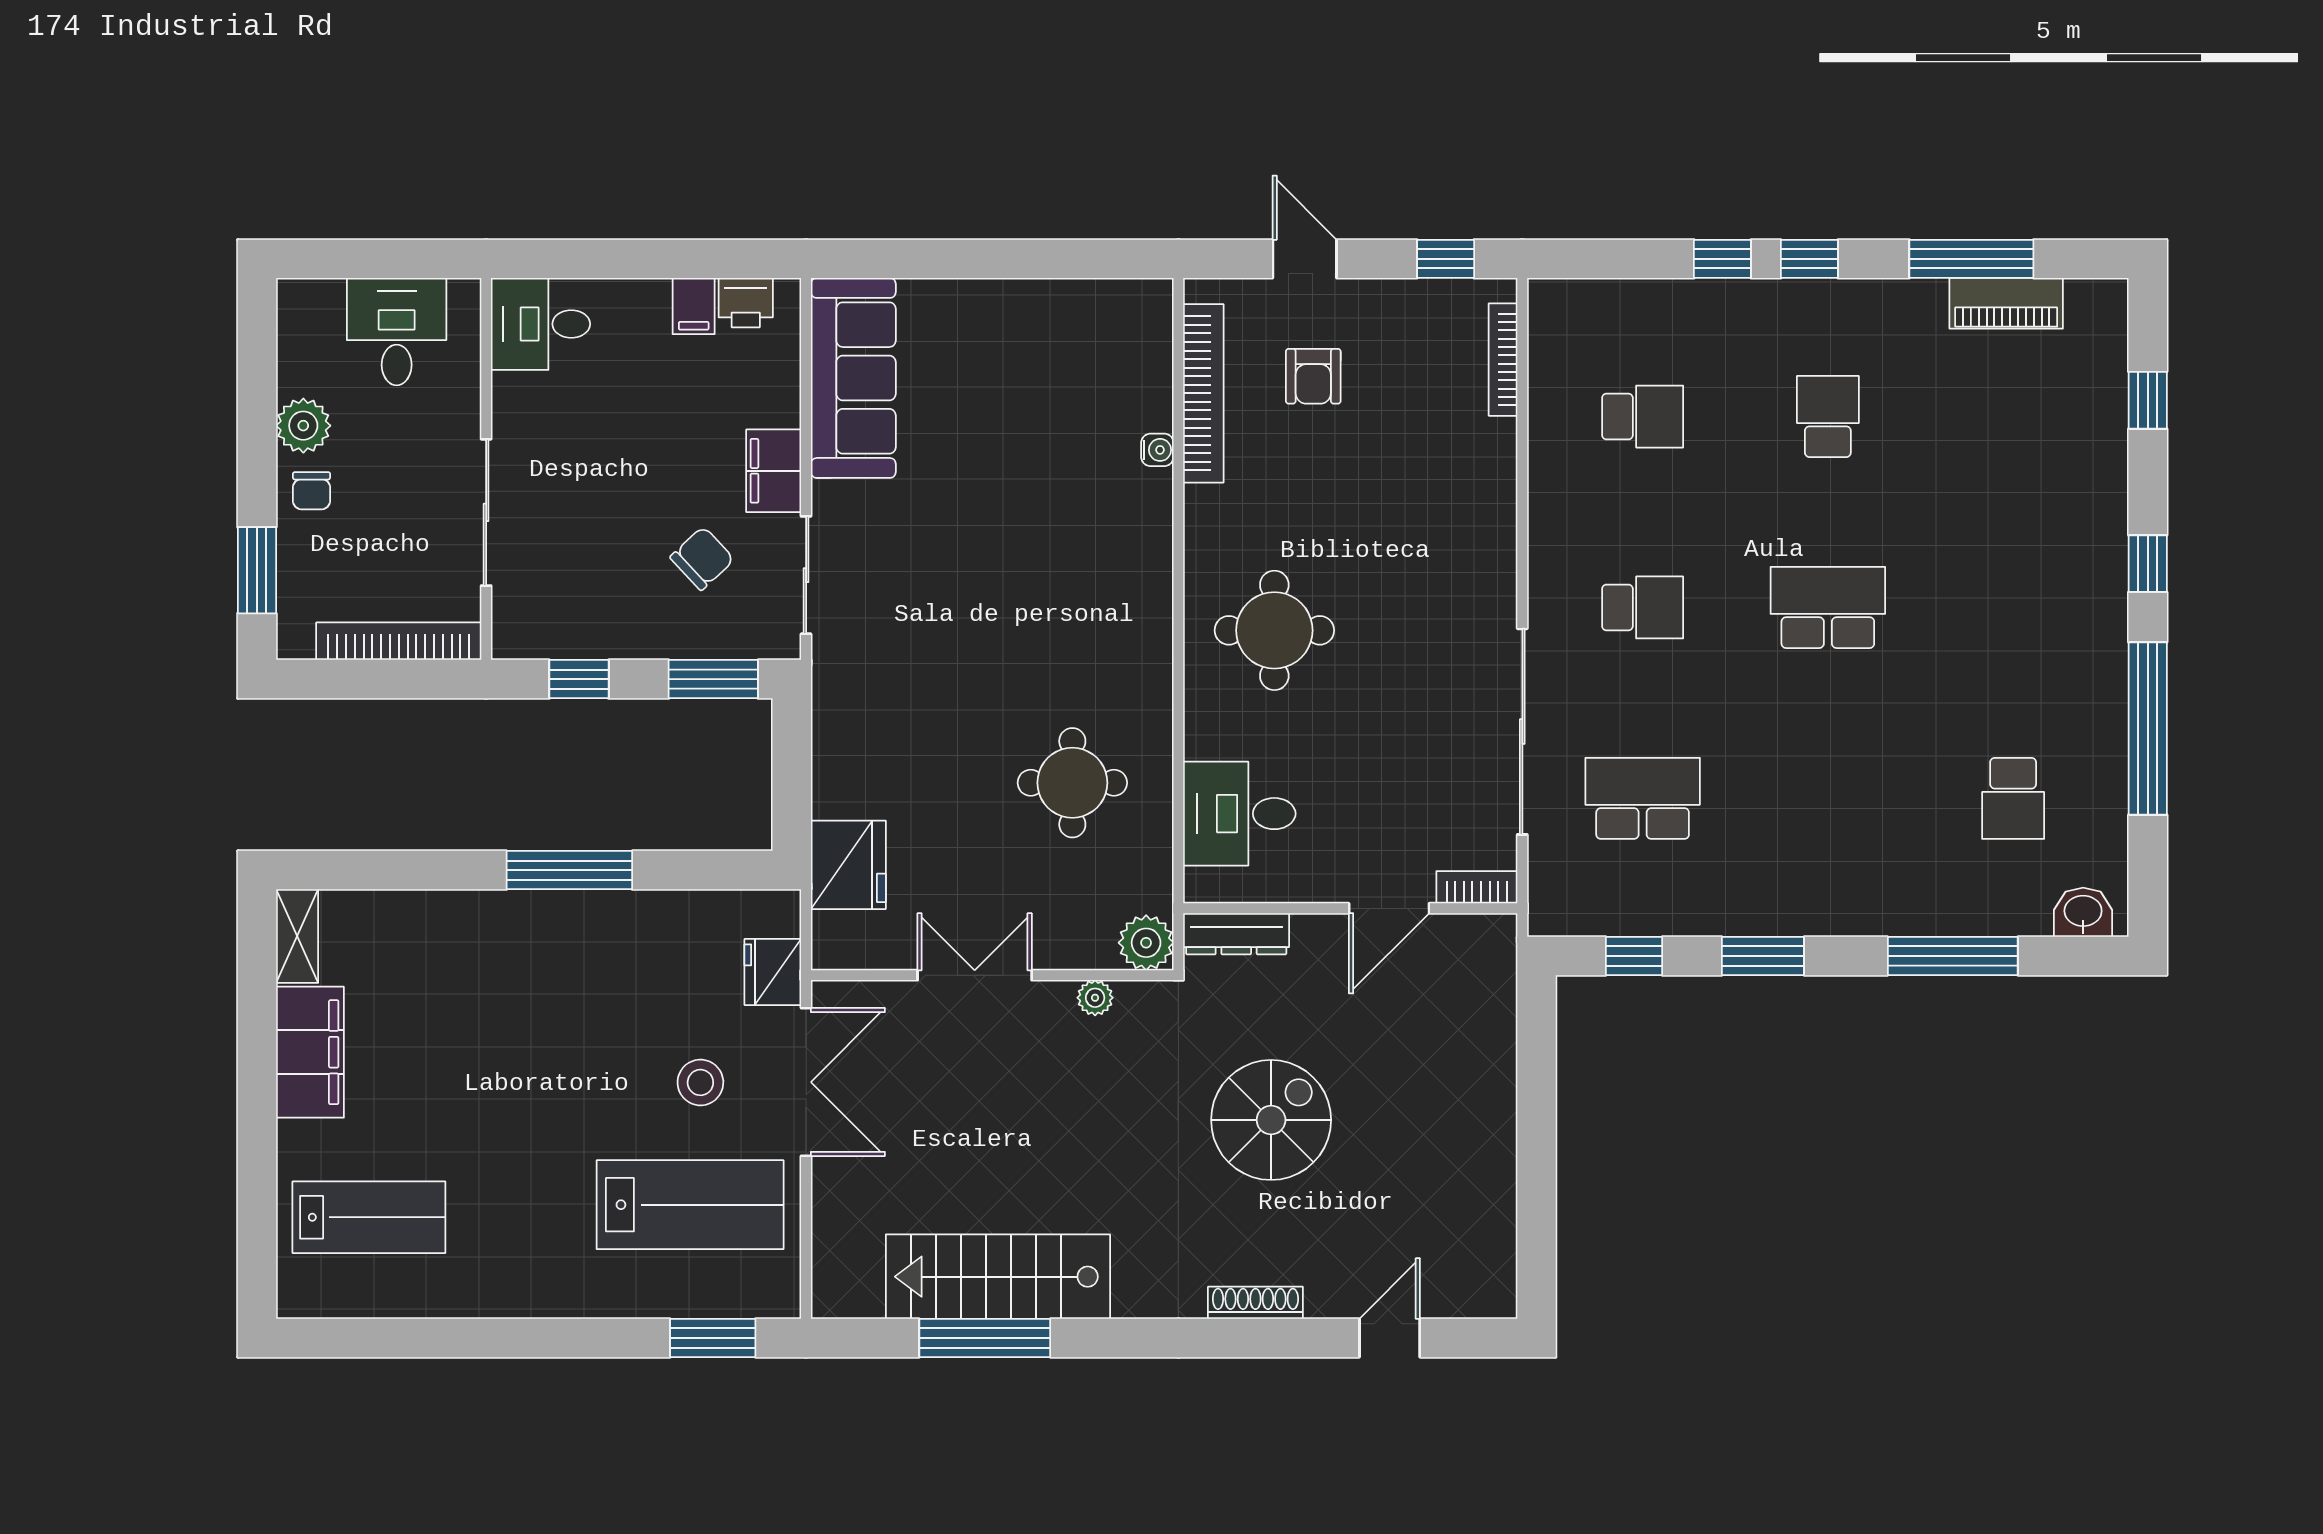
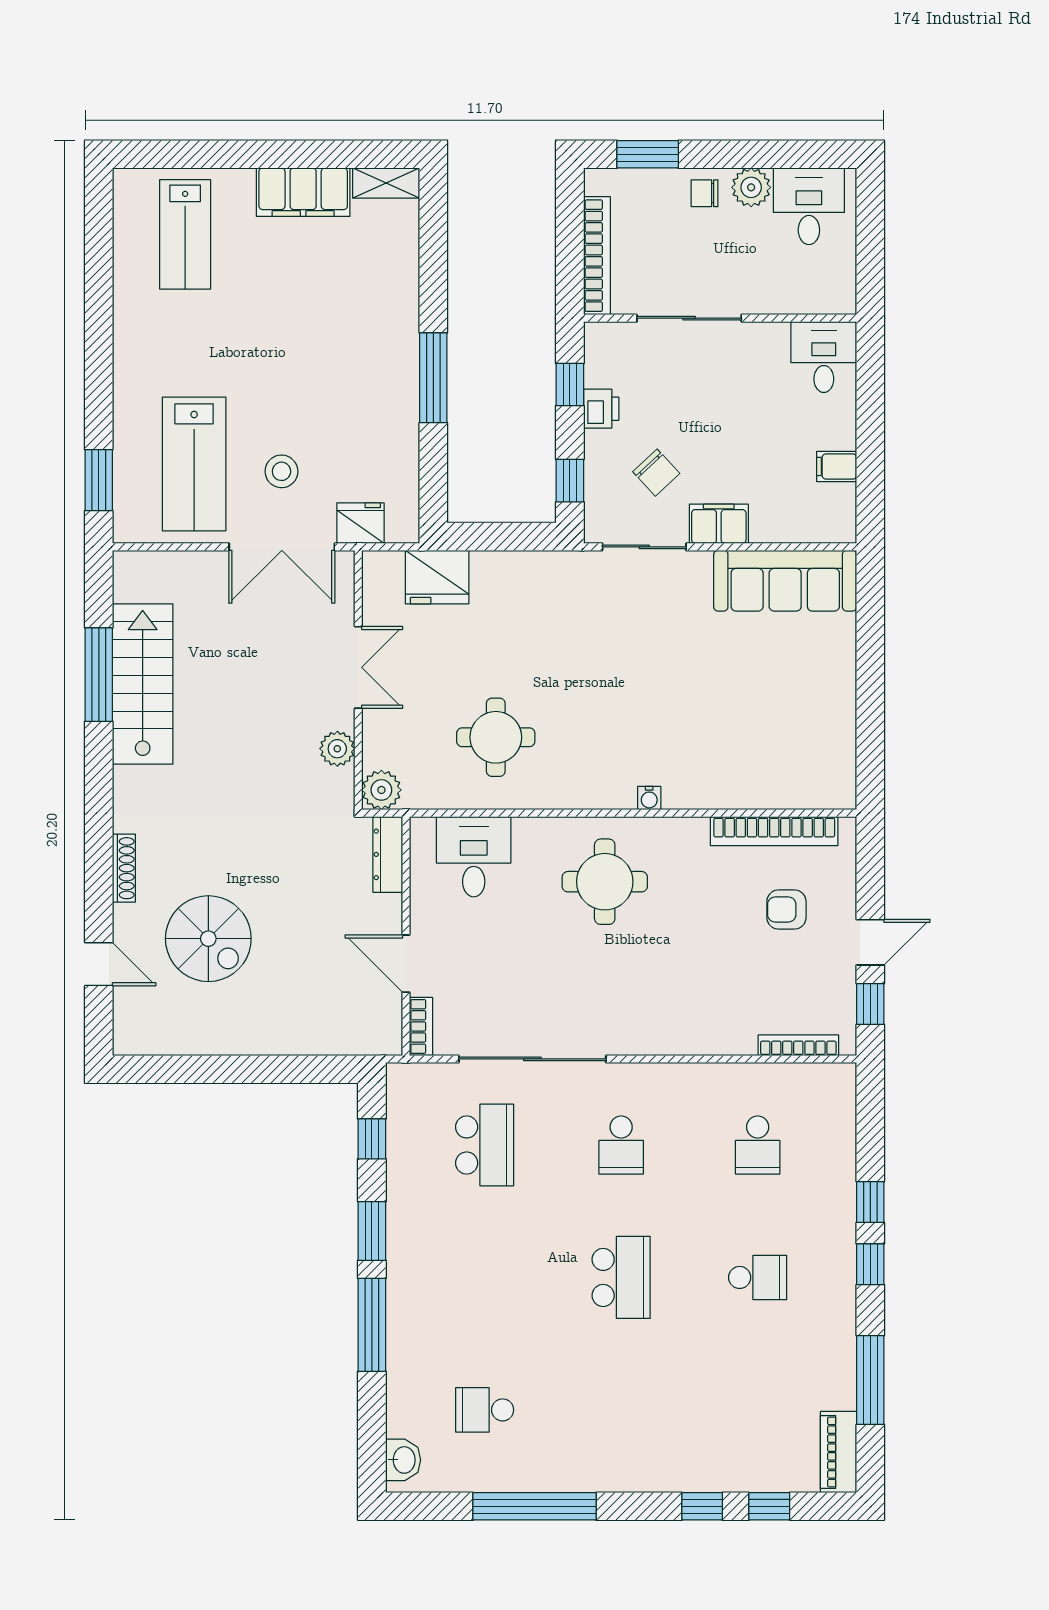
door: (1305, 259) -> (870, 942), moved
printer: (746, 303) -> (601, 409), moved, turned 180
piano: (2006, 303) -> (839, 1452), moved
desk: (397, 332) -> (809, 206), moved, turned -90
water cooler: (1157, 450) -> (649, 798), moved
window: (2148, 564) -> (702, 1506), moved
window: (713, 679) -> (570, 481), width x0.67
window: (1953, 956) -> (372, 1325), moved
plant: (1095, 998) -> (337, 749), width x1.38, depth x1.38
spiral stairs: (1271, 1120) -> (208, 939), moved

